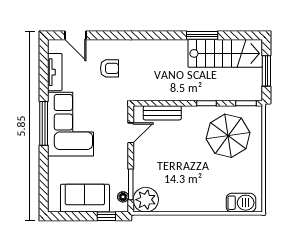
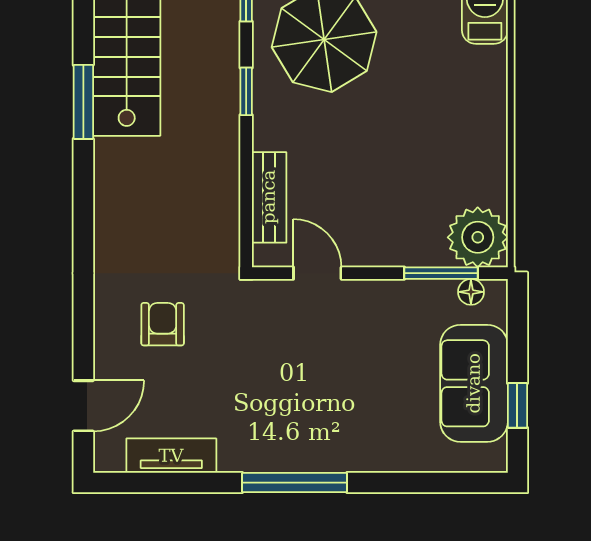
corner sofa: (70, 124) -> (296, 418), removed
window: (106, 216) -> (517, 405), moved

